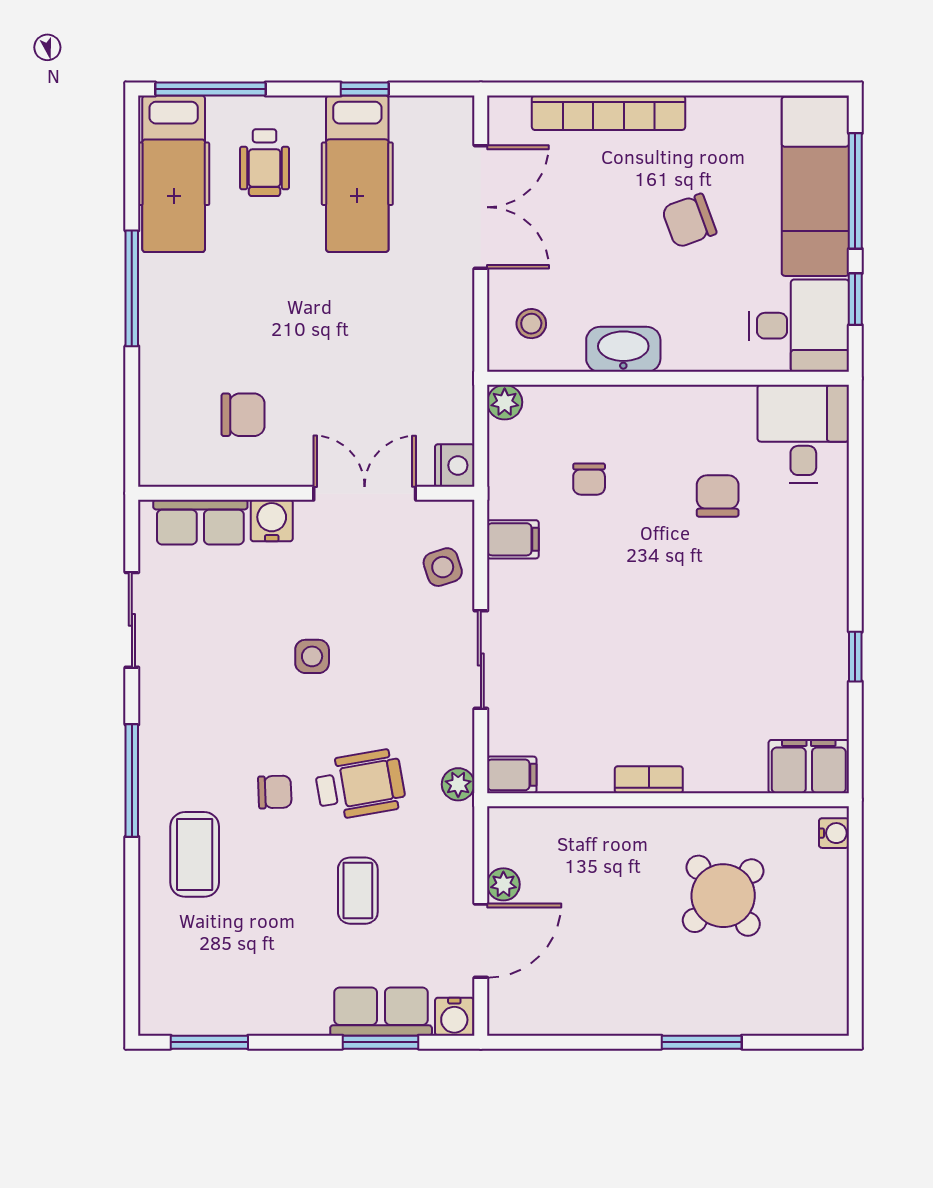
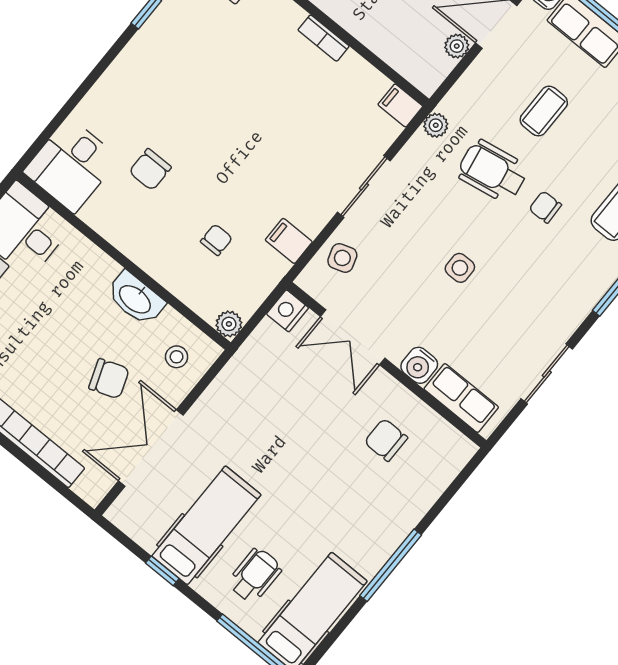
chair: (689, 221) -> (109, 379), moved

